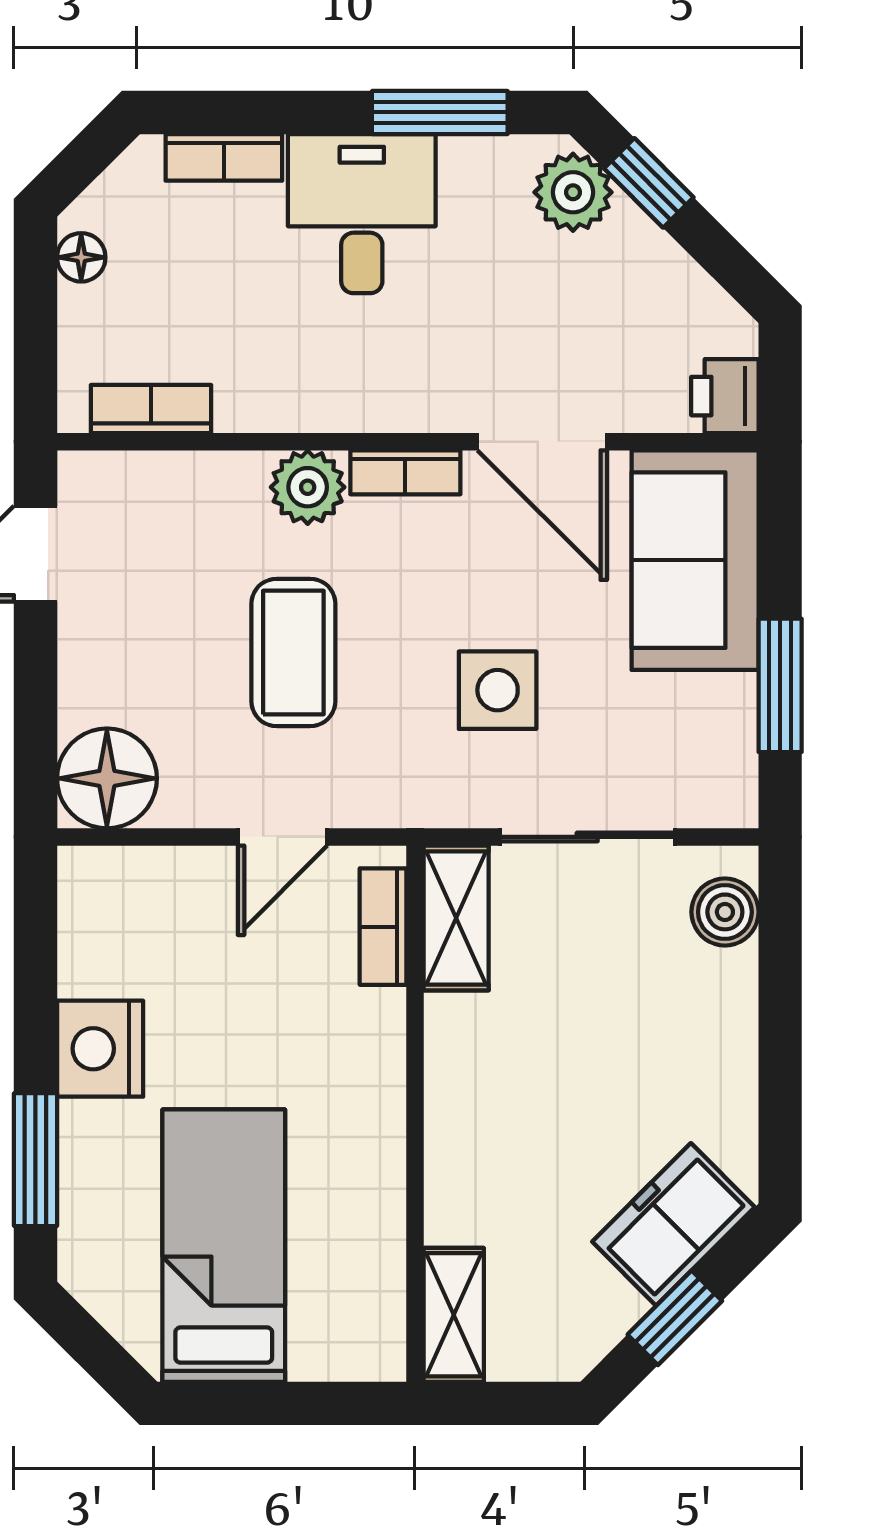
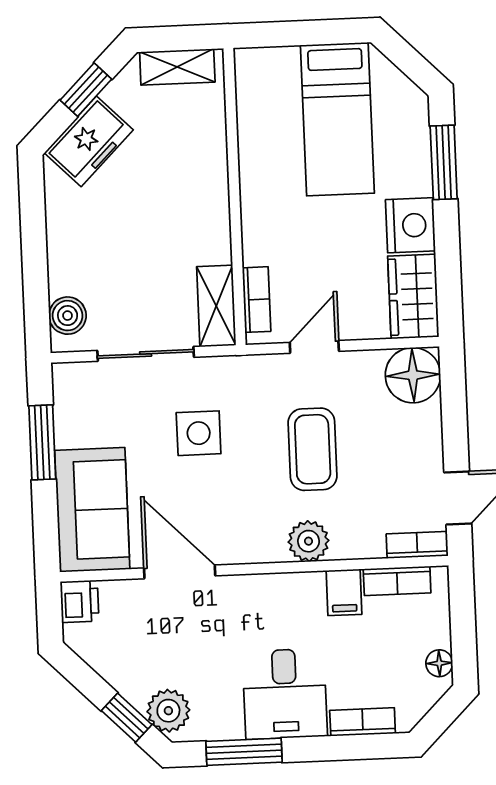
filing cabinet: (248, 392) -> (344, 592), added
bookcase: (405, 472) -> (417, 545), moved
wardrobe: (100, 920) -> (413, 296), added
shelving: (454, 1315) -> (177, 67), moved, turned 90

